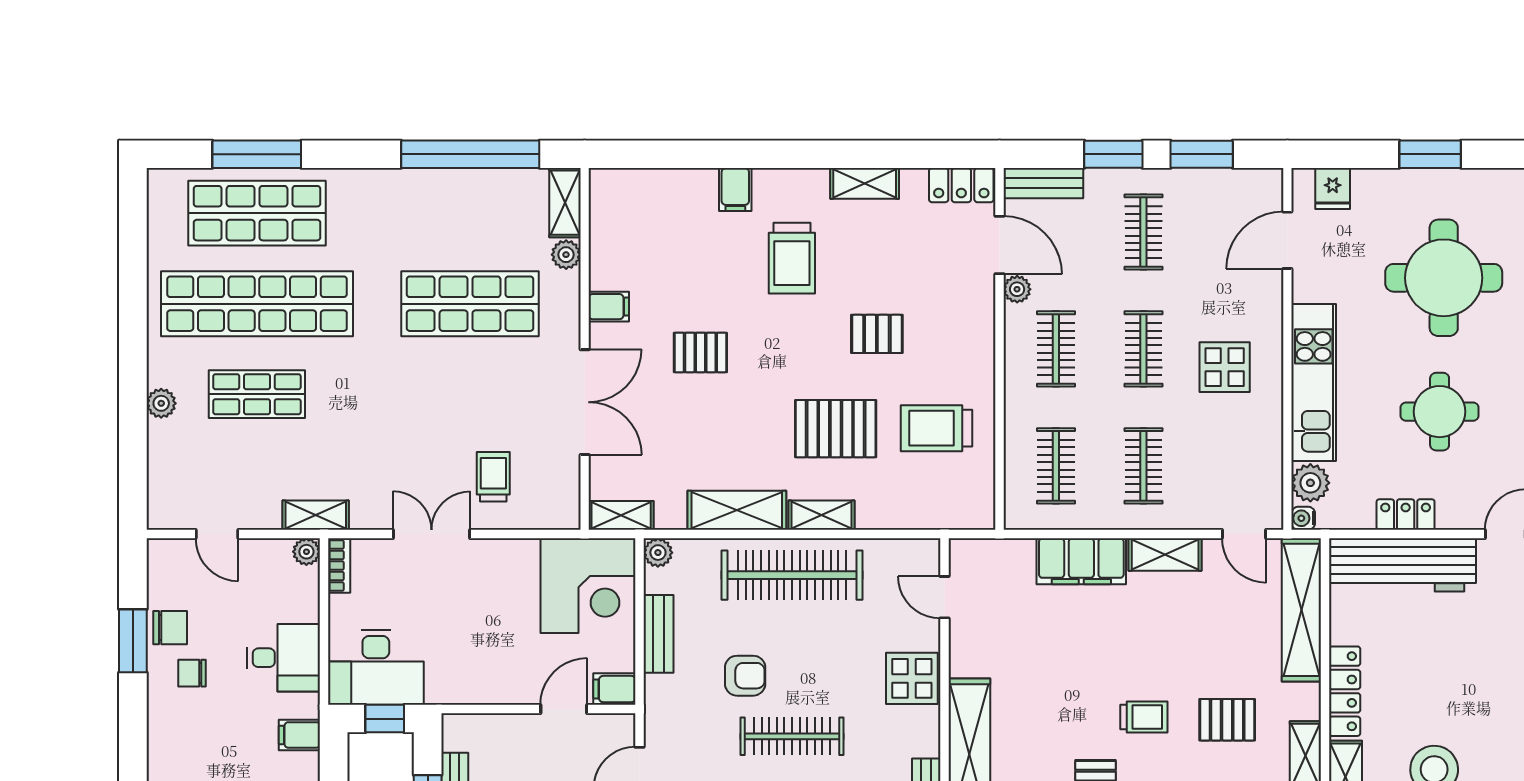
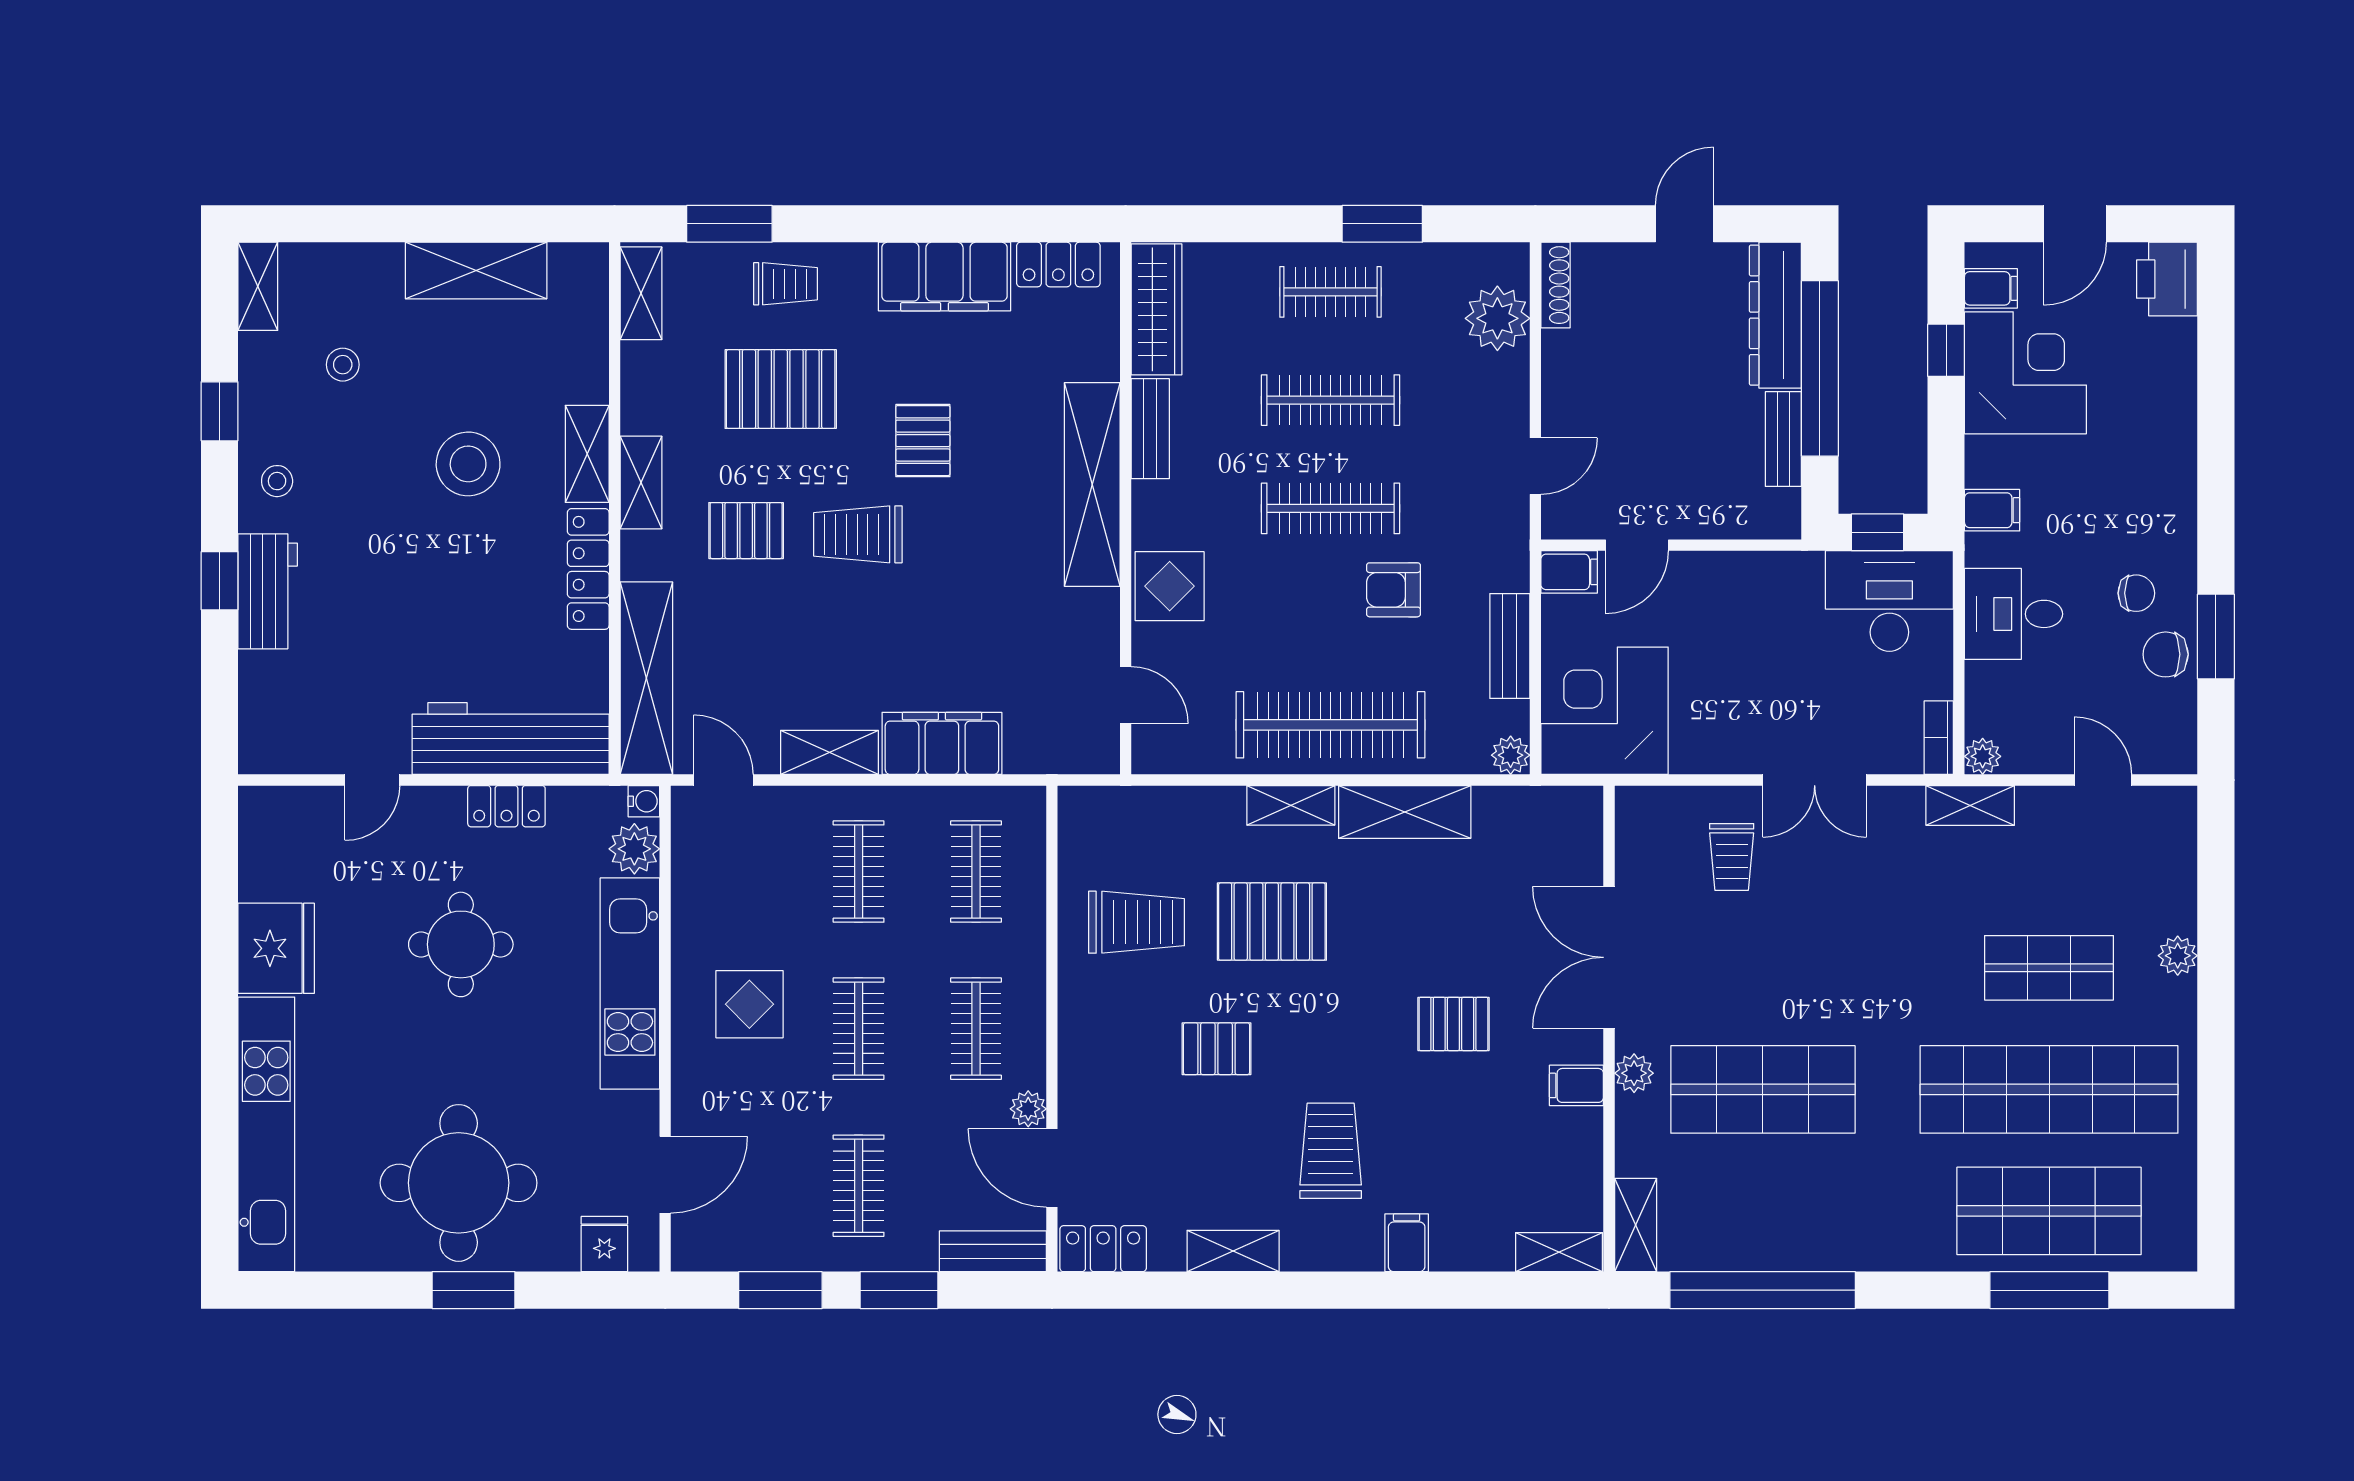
plant: (566, 255) -> (1634, 1073), moved
round table: (1444, 278) -> (459, 1183), moved
shelving: (621, 515) -> (1559, 1252), moved
trolley: (1144, 717) -> (858, 534), width x1.36, depth x1.39

